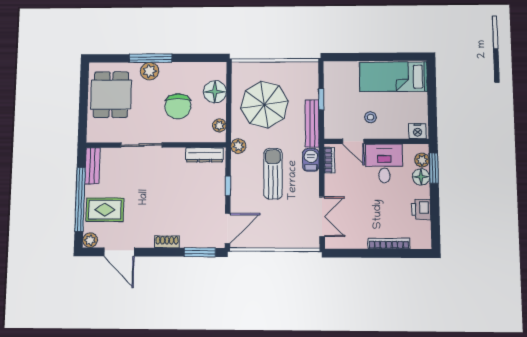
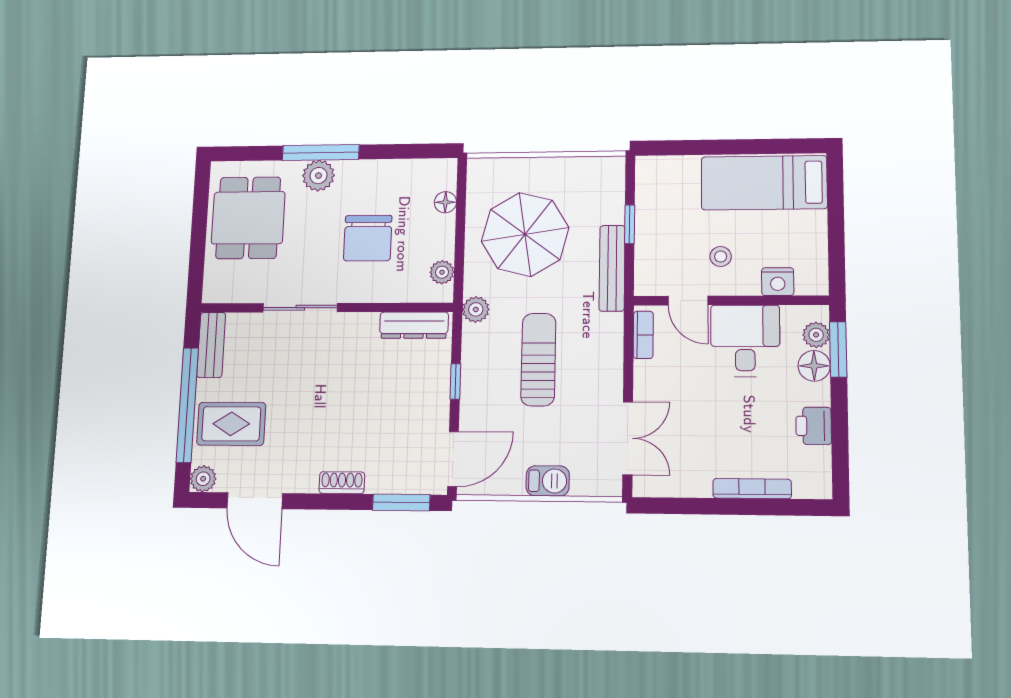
floor lamp: (215, 92) -> (445, 202), width x0.53, depth x0.53
nightstand: (417, 131) -> (778, 282), moved
barbecue: (311, 160) -> (548, 481), moved, turned 90

